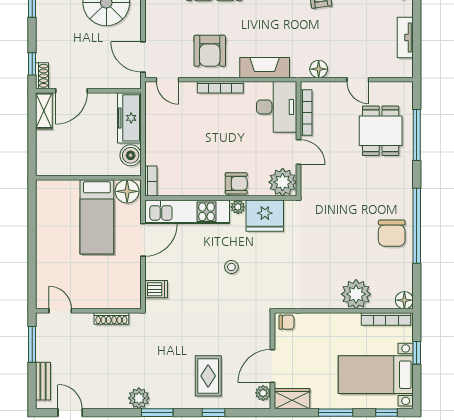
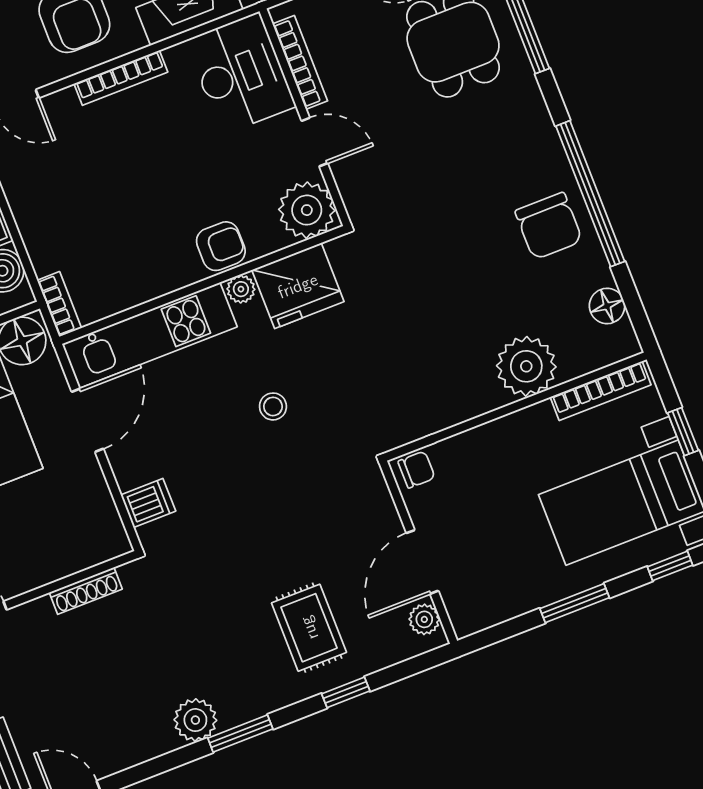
floor lamp: (404, 300) -> (607, 306), moved
wardrobe: (292, 399) -> (483, 609), removed

